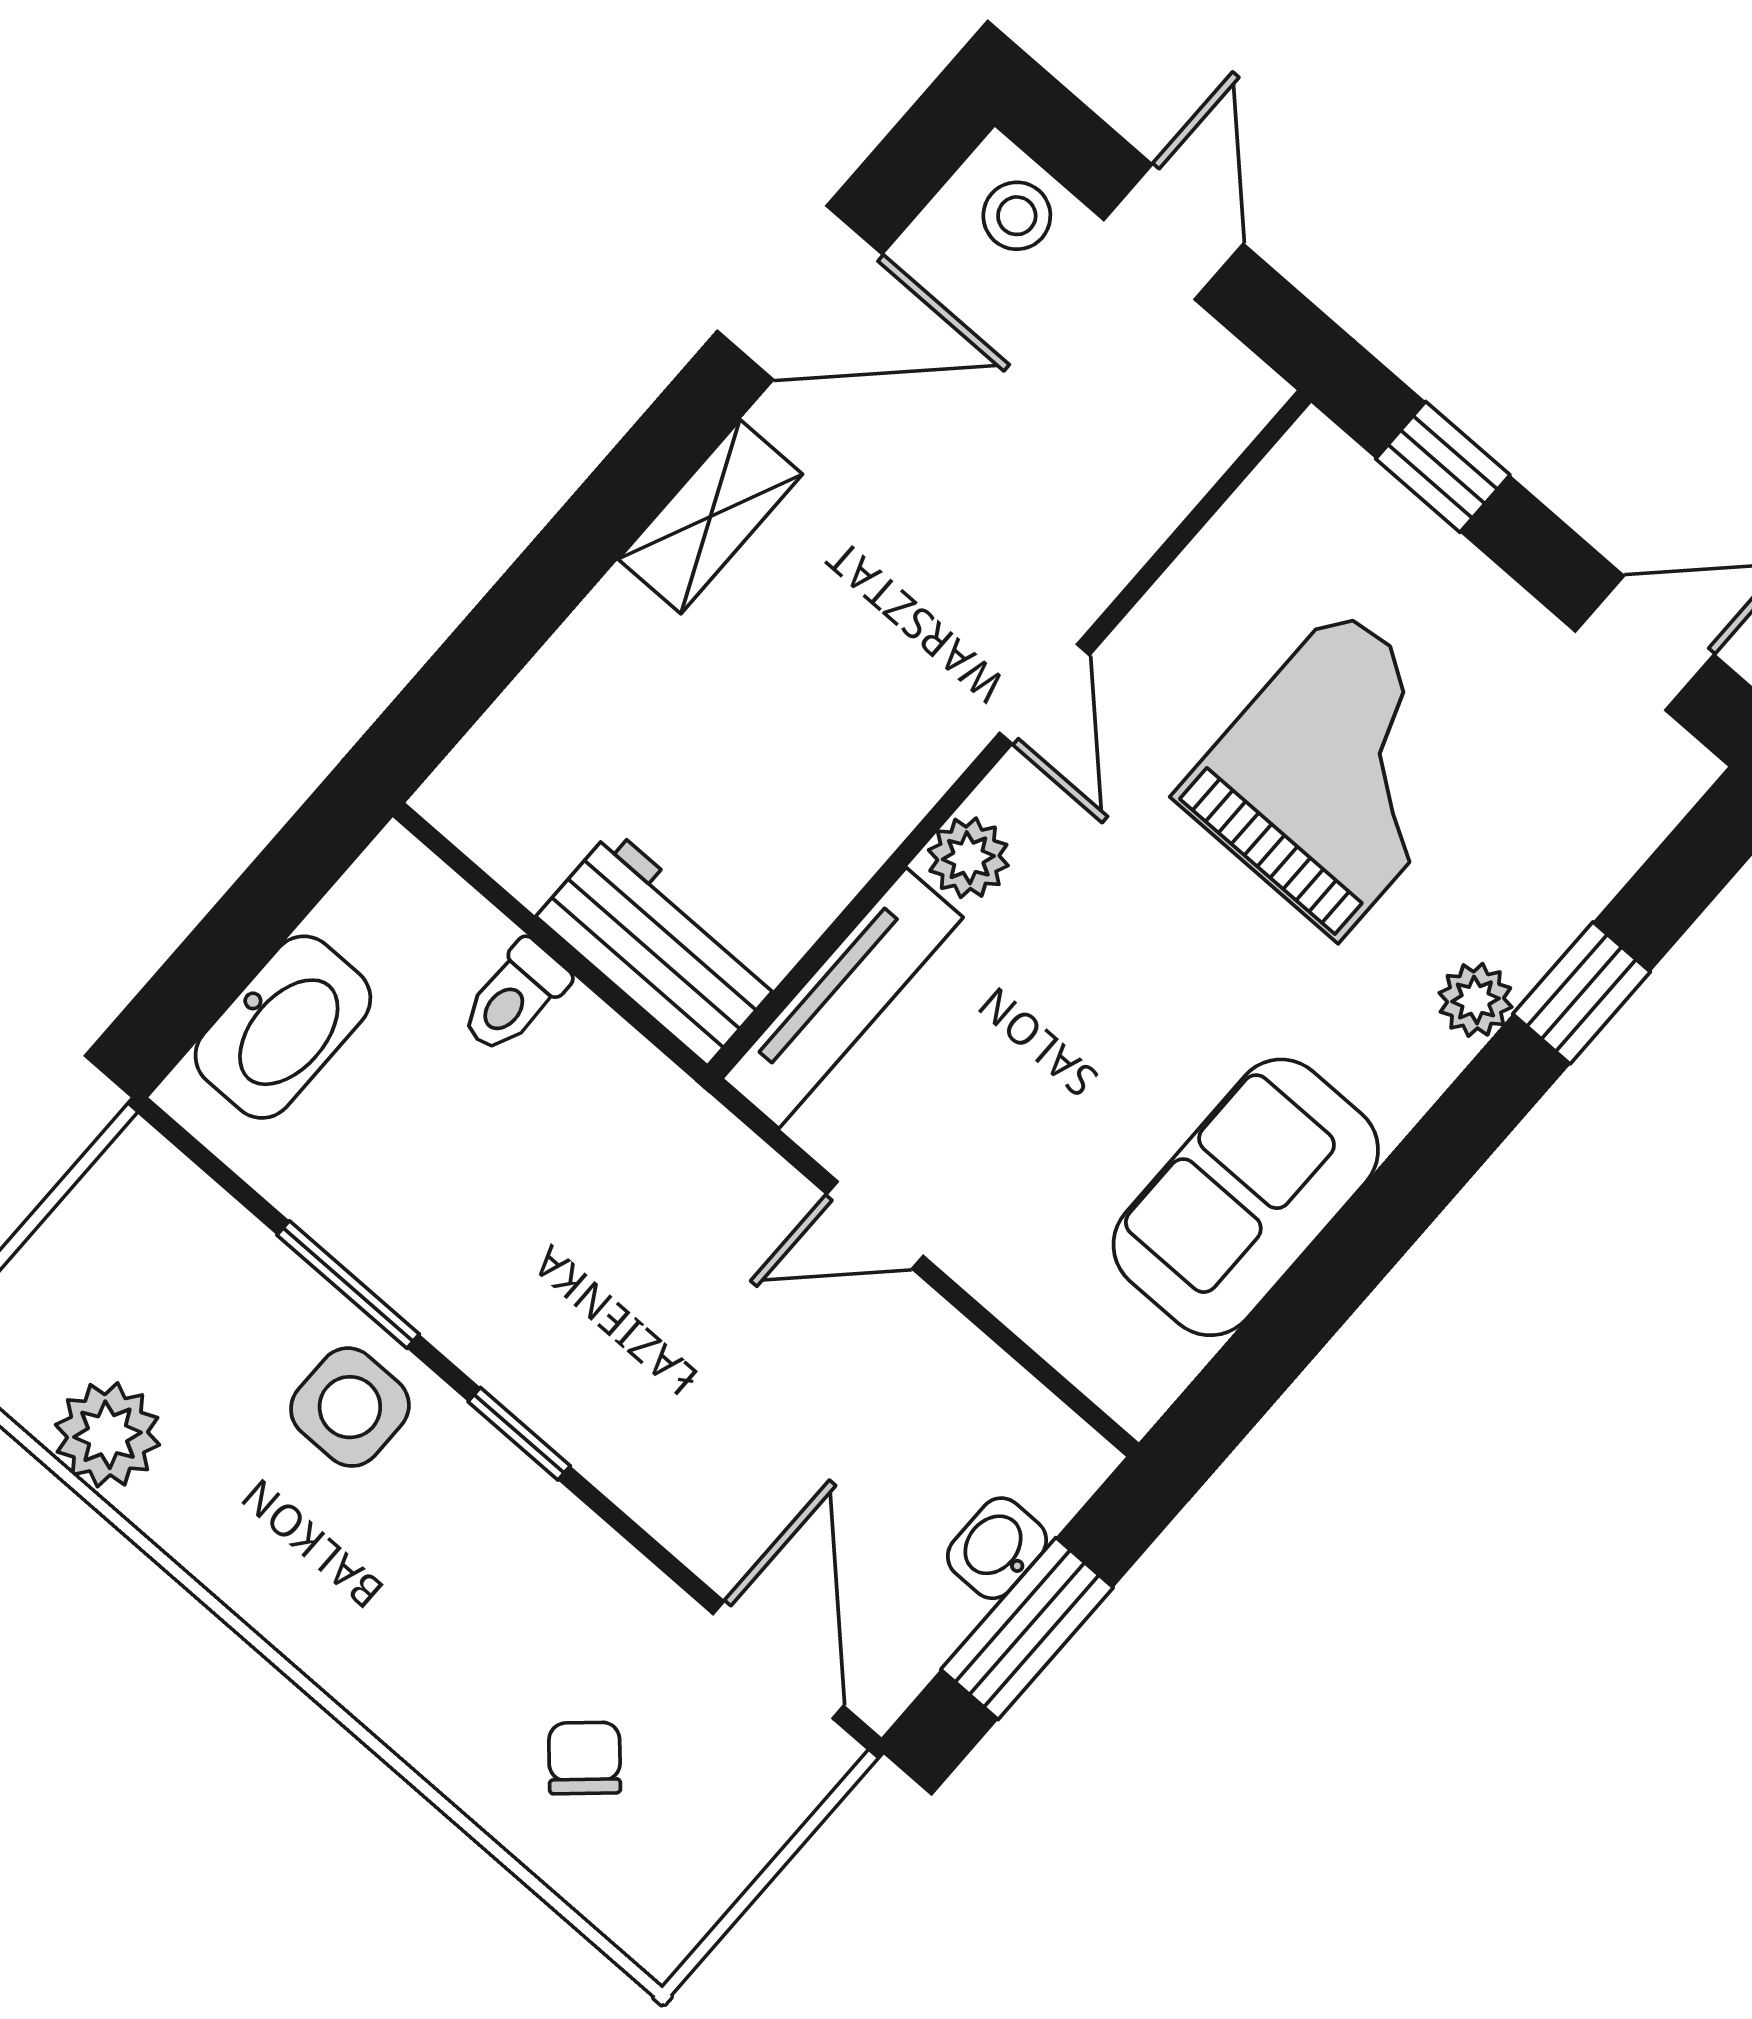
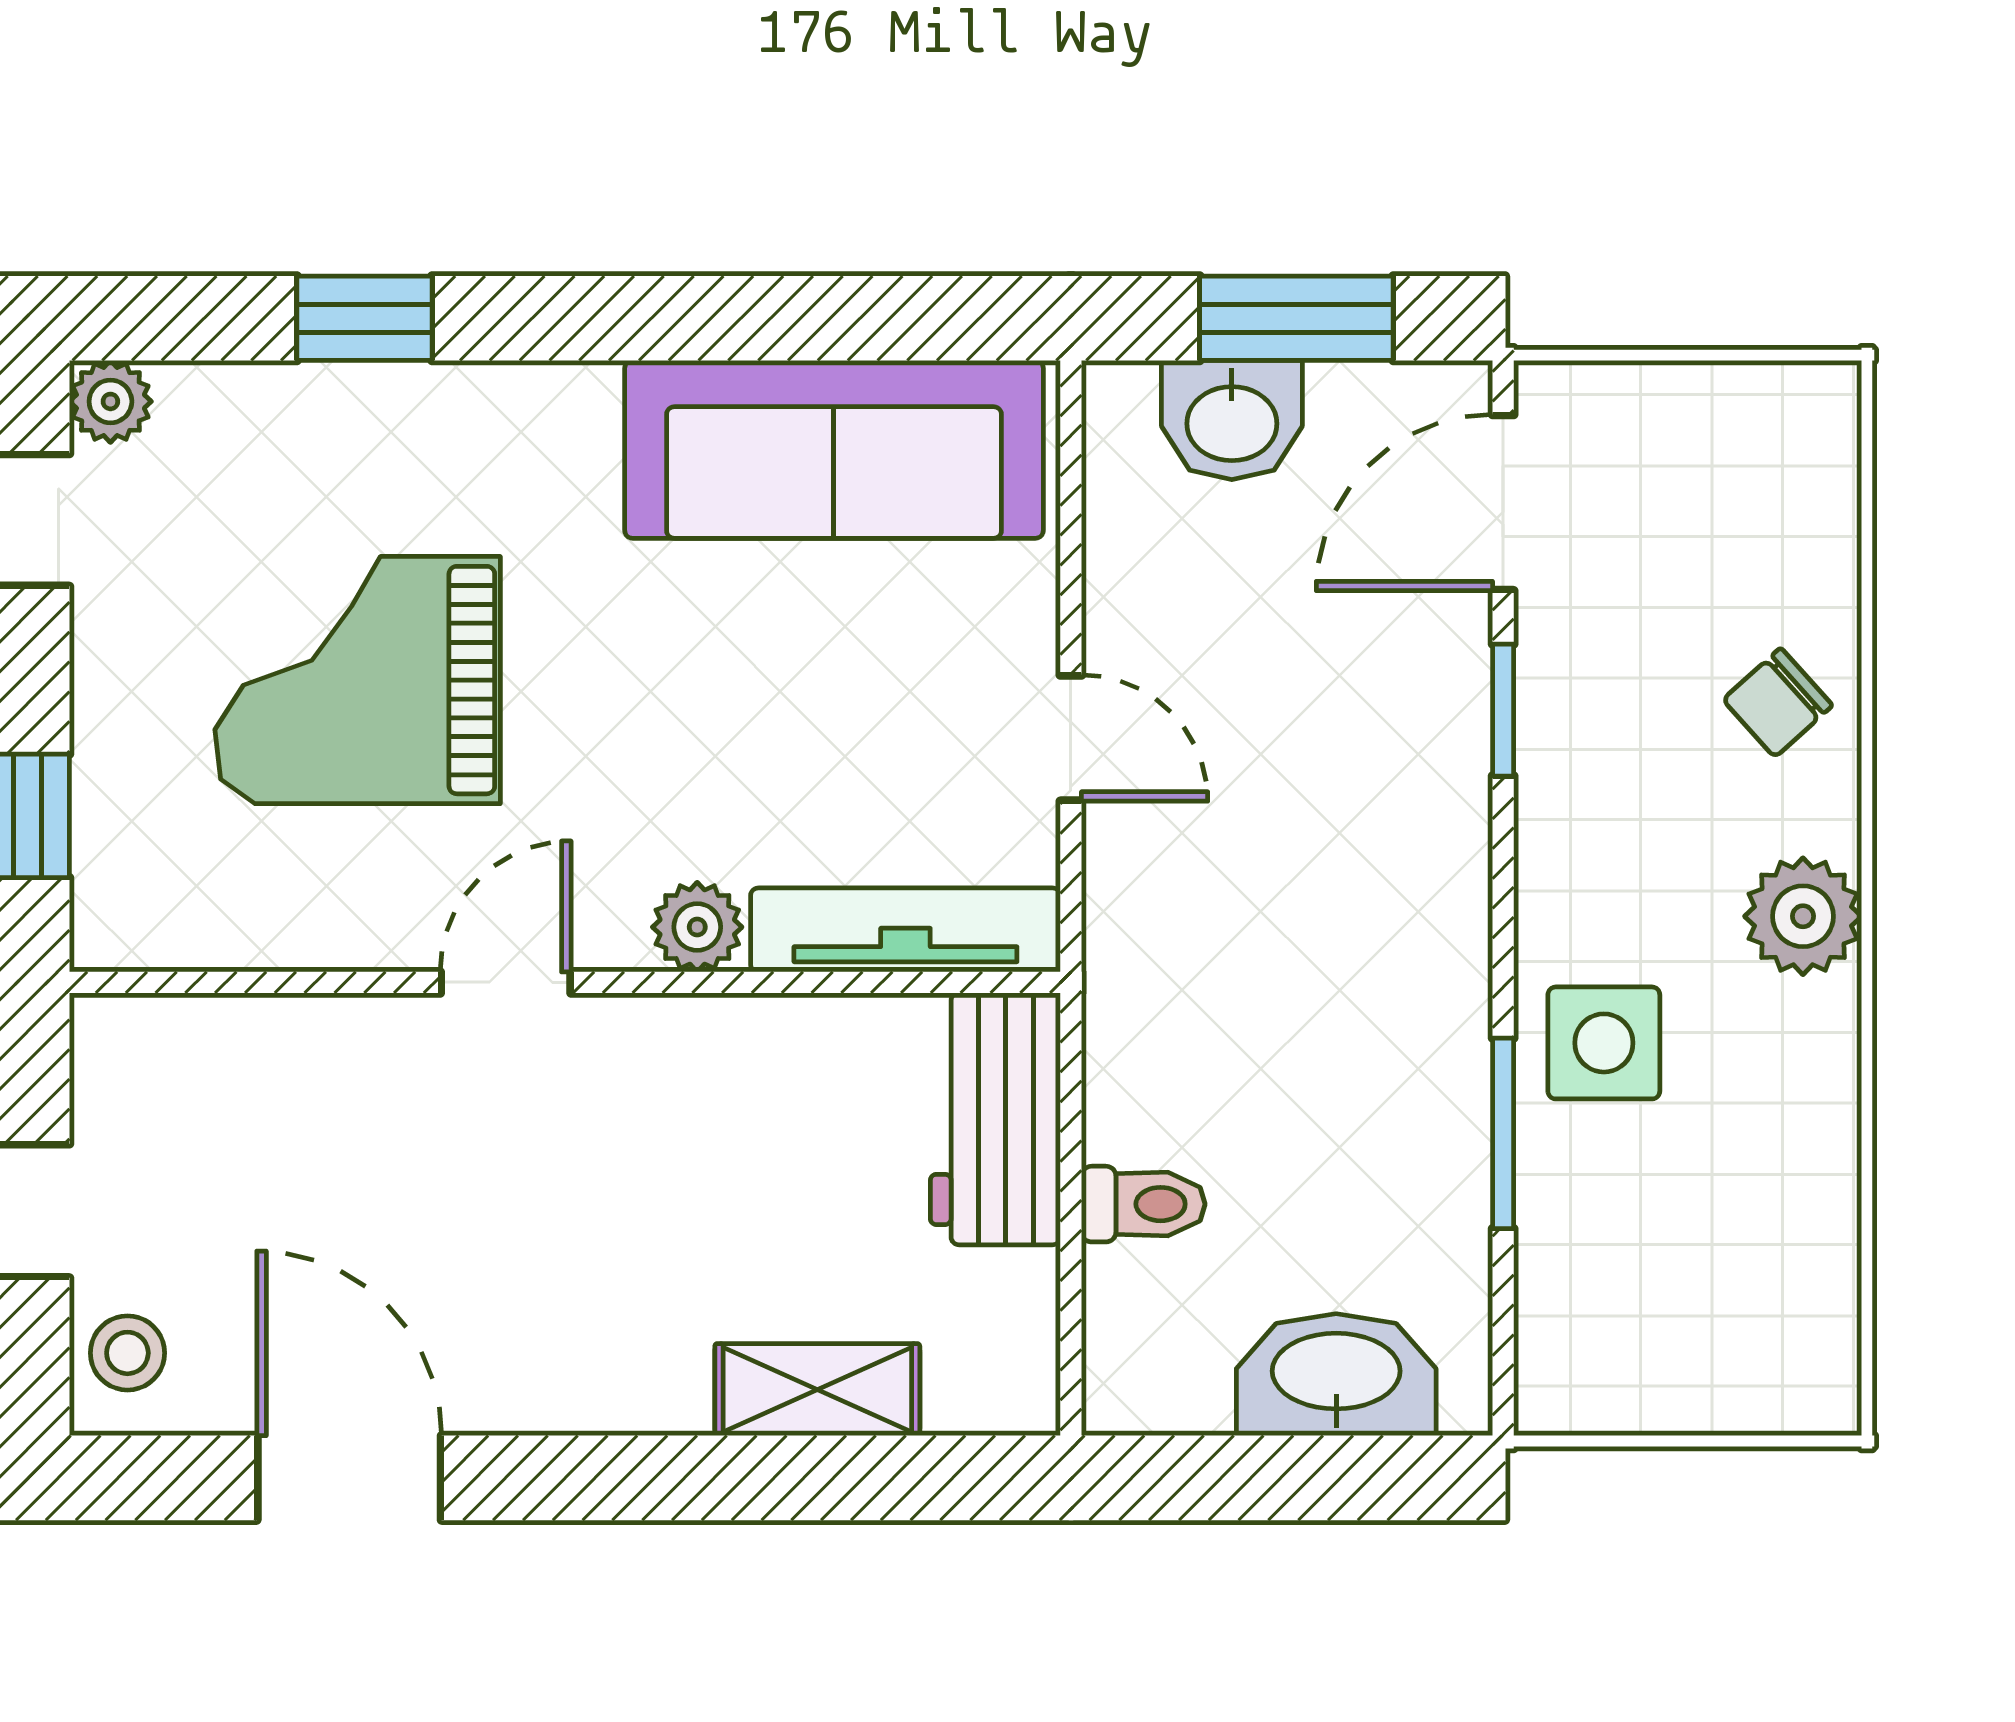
shelving: (710, 517) -> (817, 1390), moved
plant: (1475, 1000) -> (110, 401), moved
sofa: (1246, 1197) -> (834, 449), width x1.36
window: (519, 1434) -> (1503, 710), moved
plant: (108, 1435) -> (1803, 916), moved
washbasin: (997, 1548) -> (1232, 420), width x1.38, depth x1.45
chair: (585, 1758) -> (1778, 703), moved

